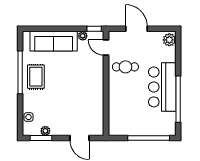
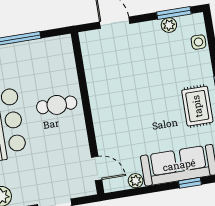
window: (94, 29) -> (190, 183), moved
cafe table: (125, 67) -> (57, 105), moved

